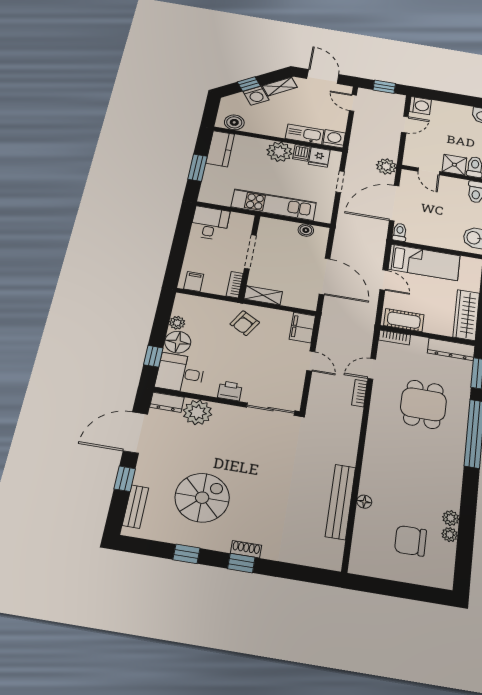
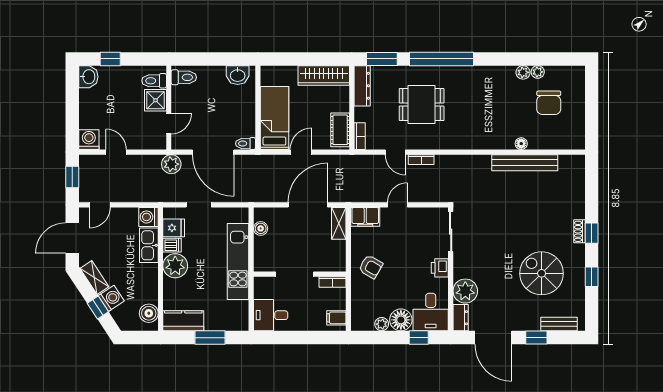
shelving: (263, 295) -> (339, 223), moved

